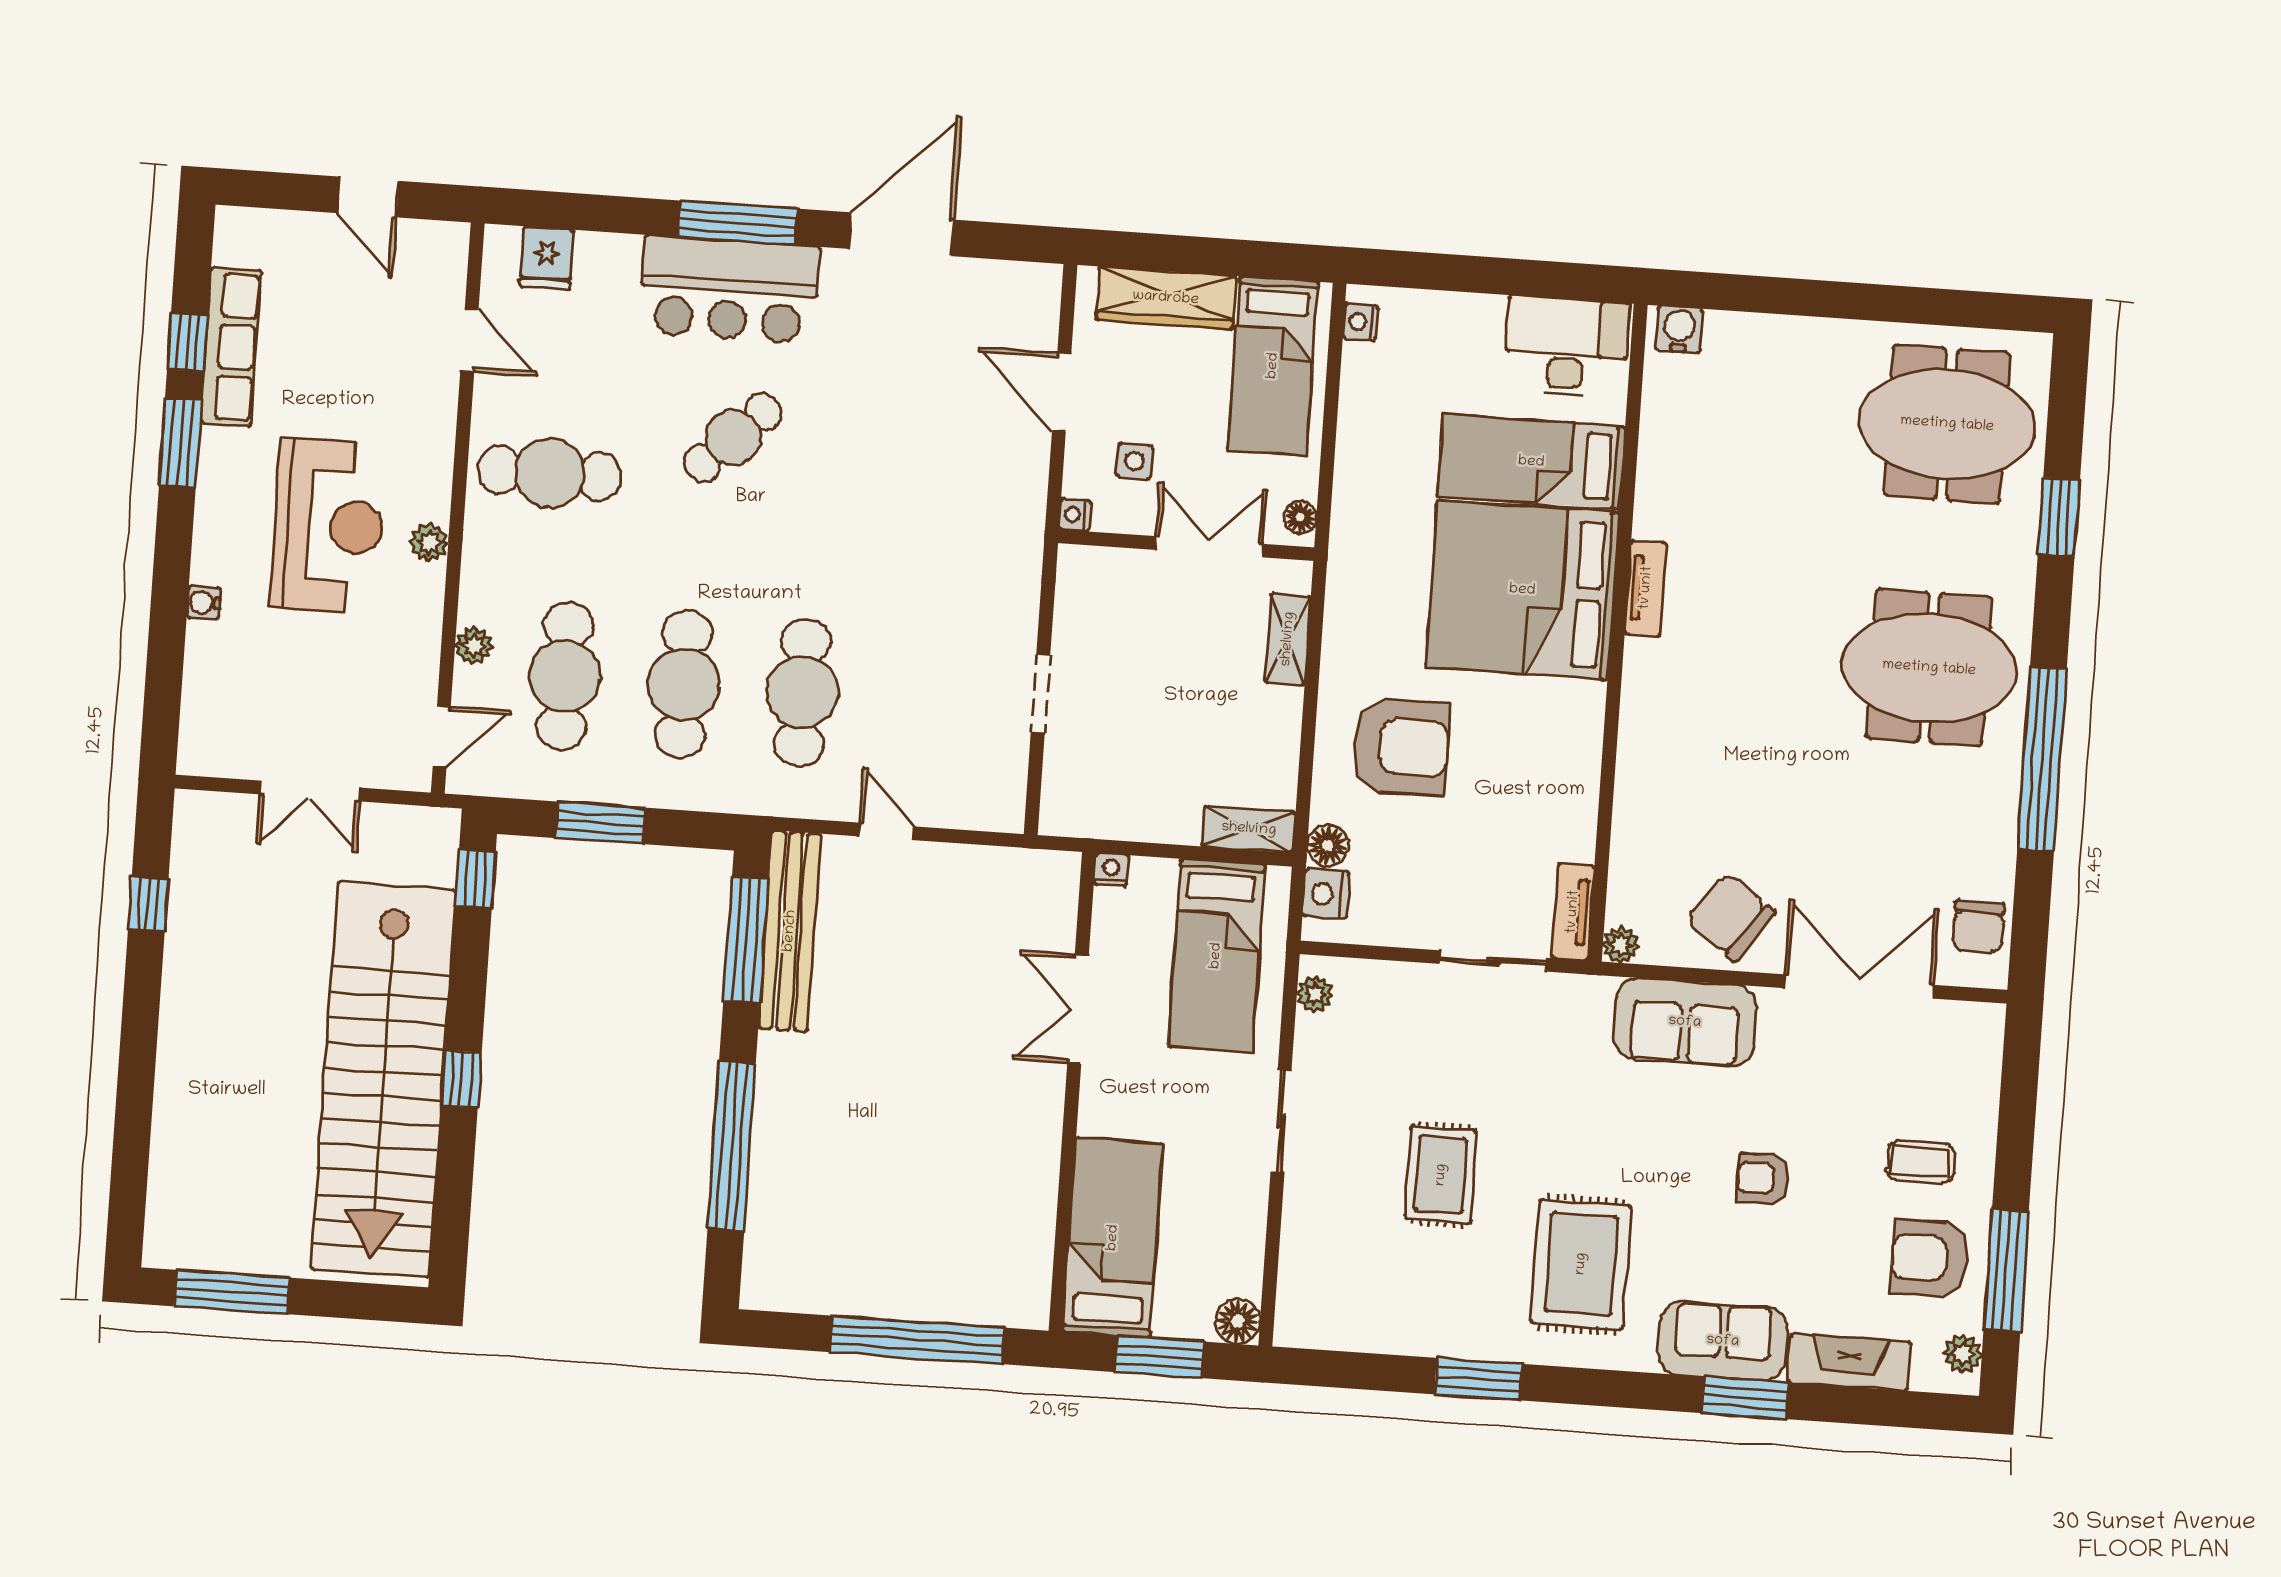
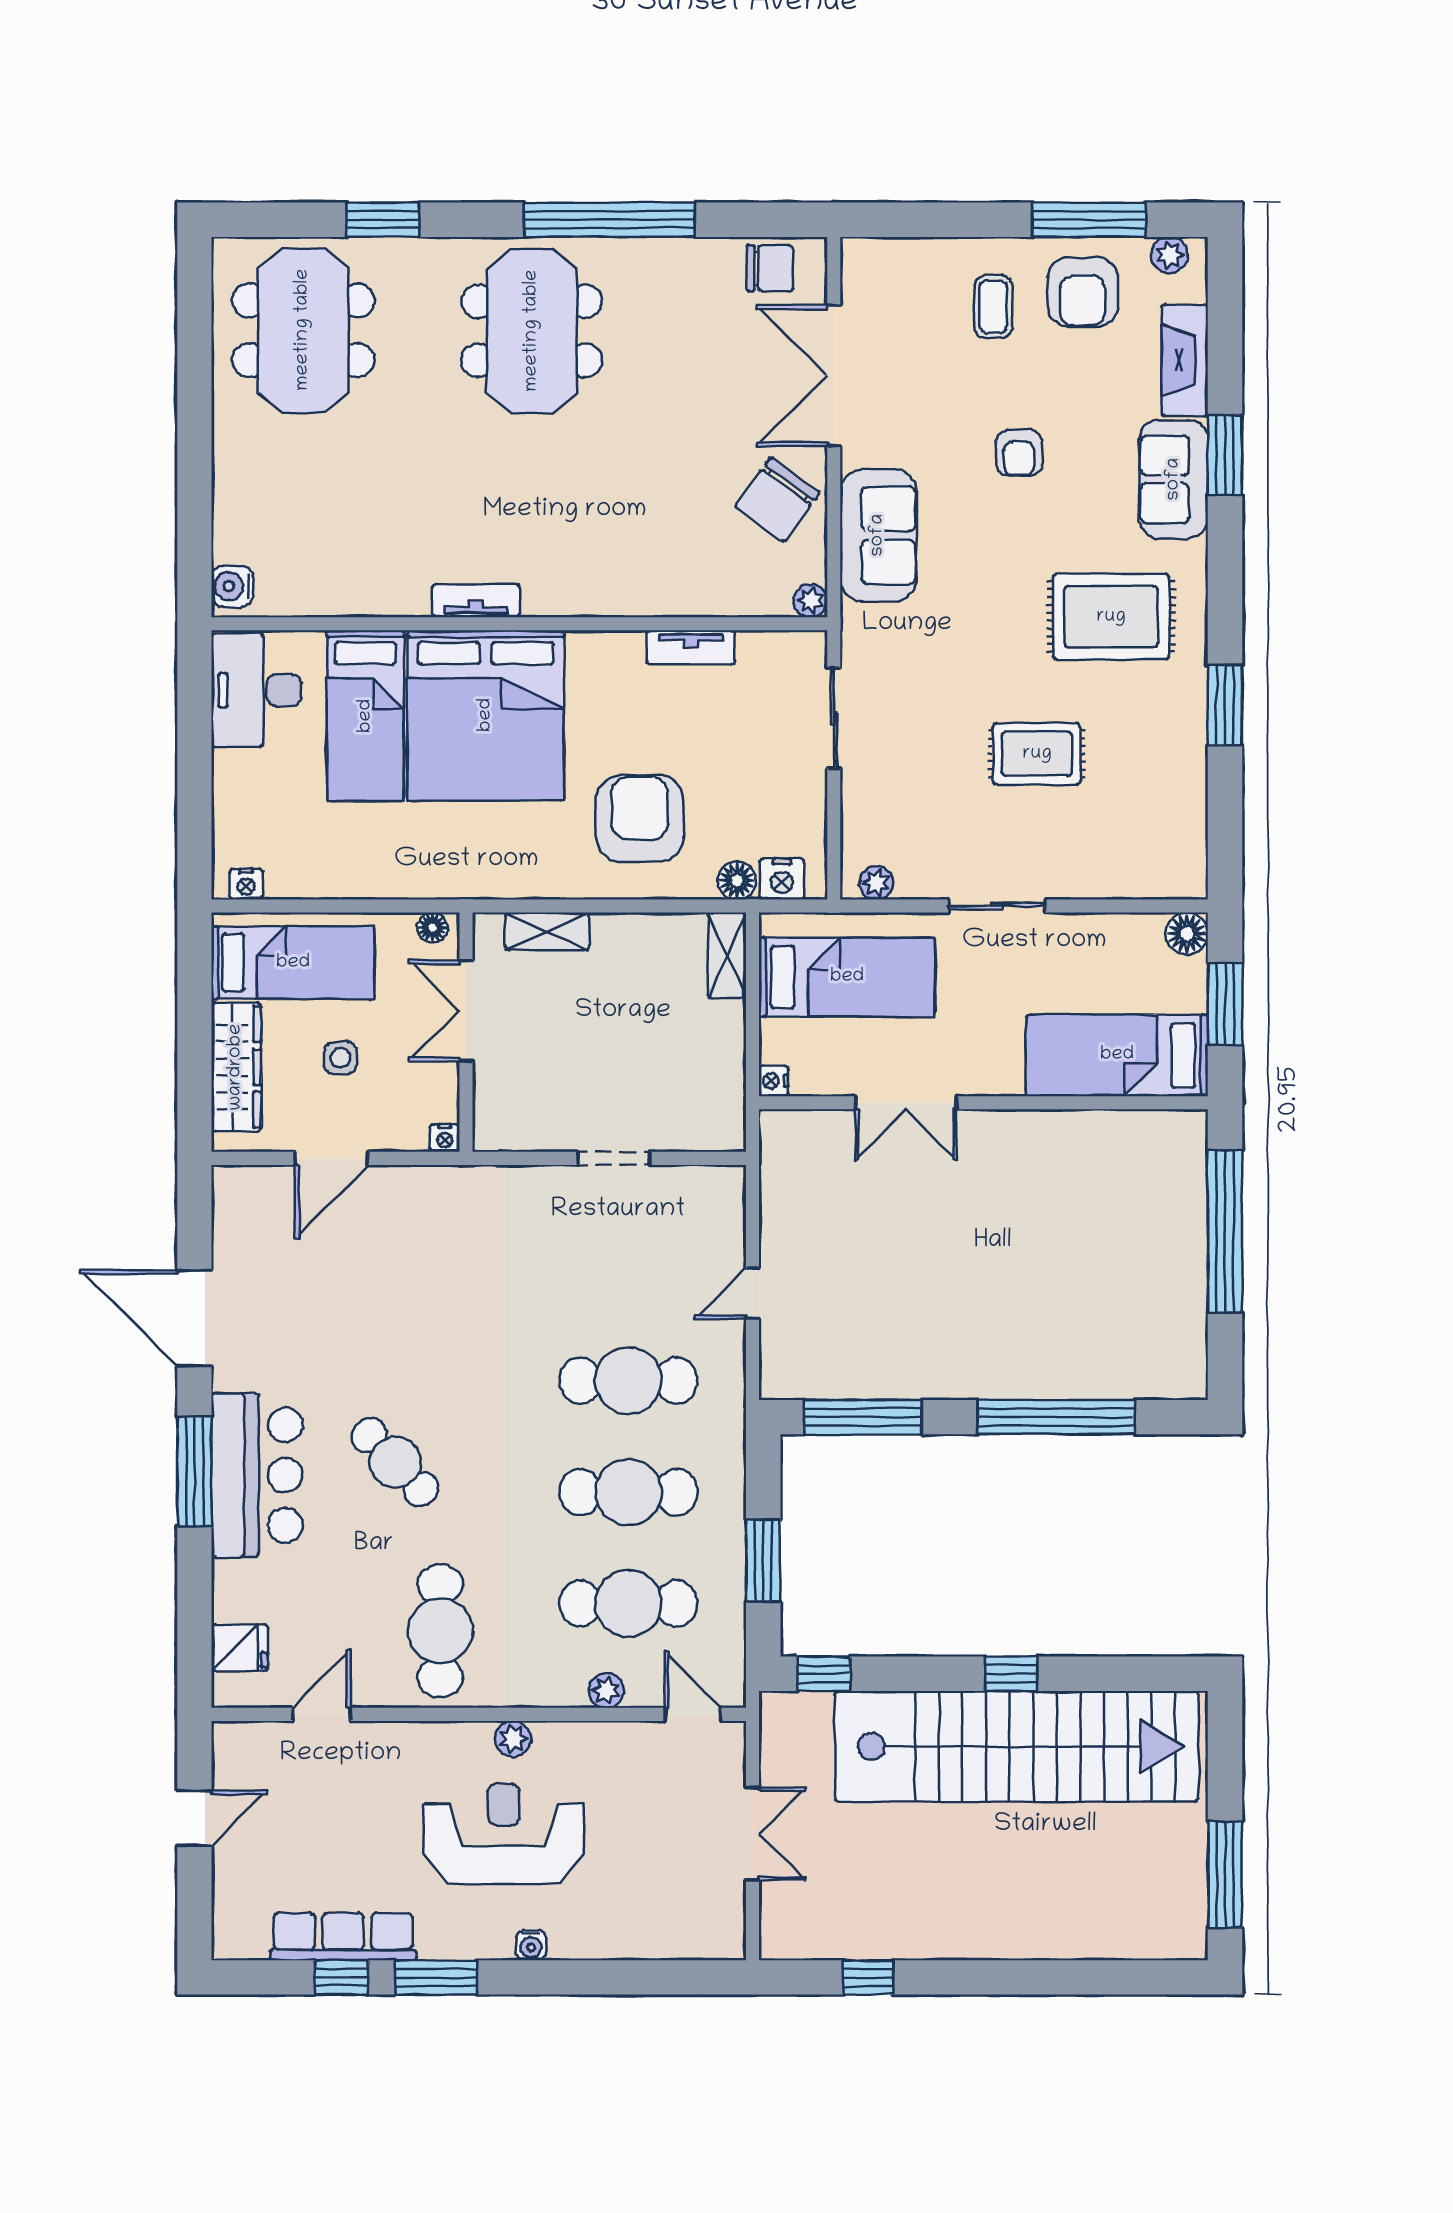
side table: (1134, 461) -> (341, 1058), moved
water cooler: (204, 603) -> (531, 1945), moved
tv unit: (1573, 912) -> (691, 647), moved
bench: (790, 931) -> (852, 1377), removed

